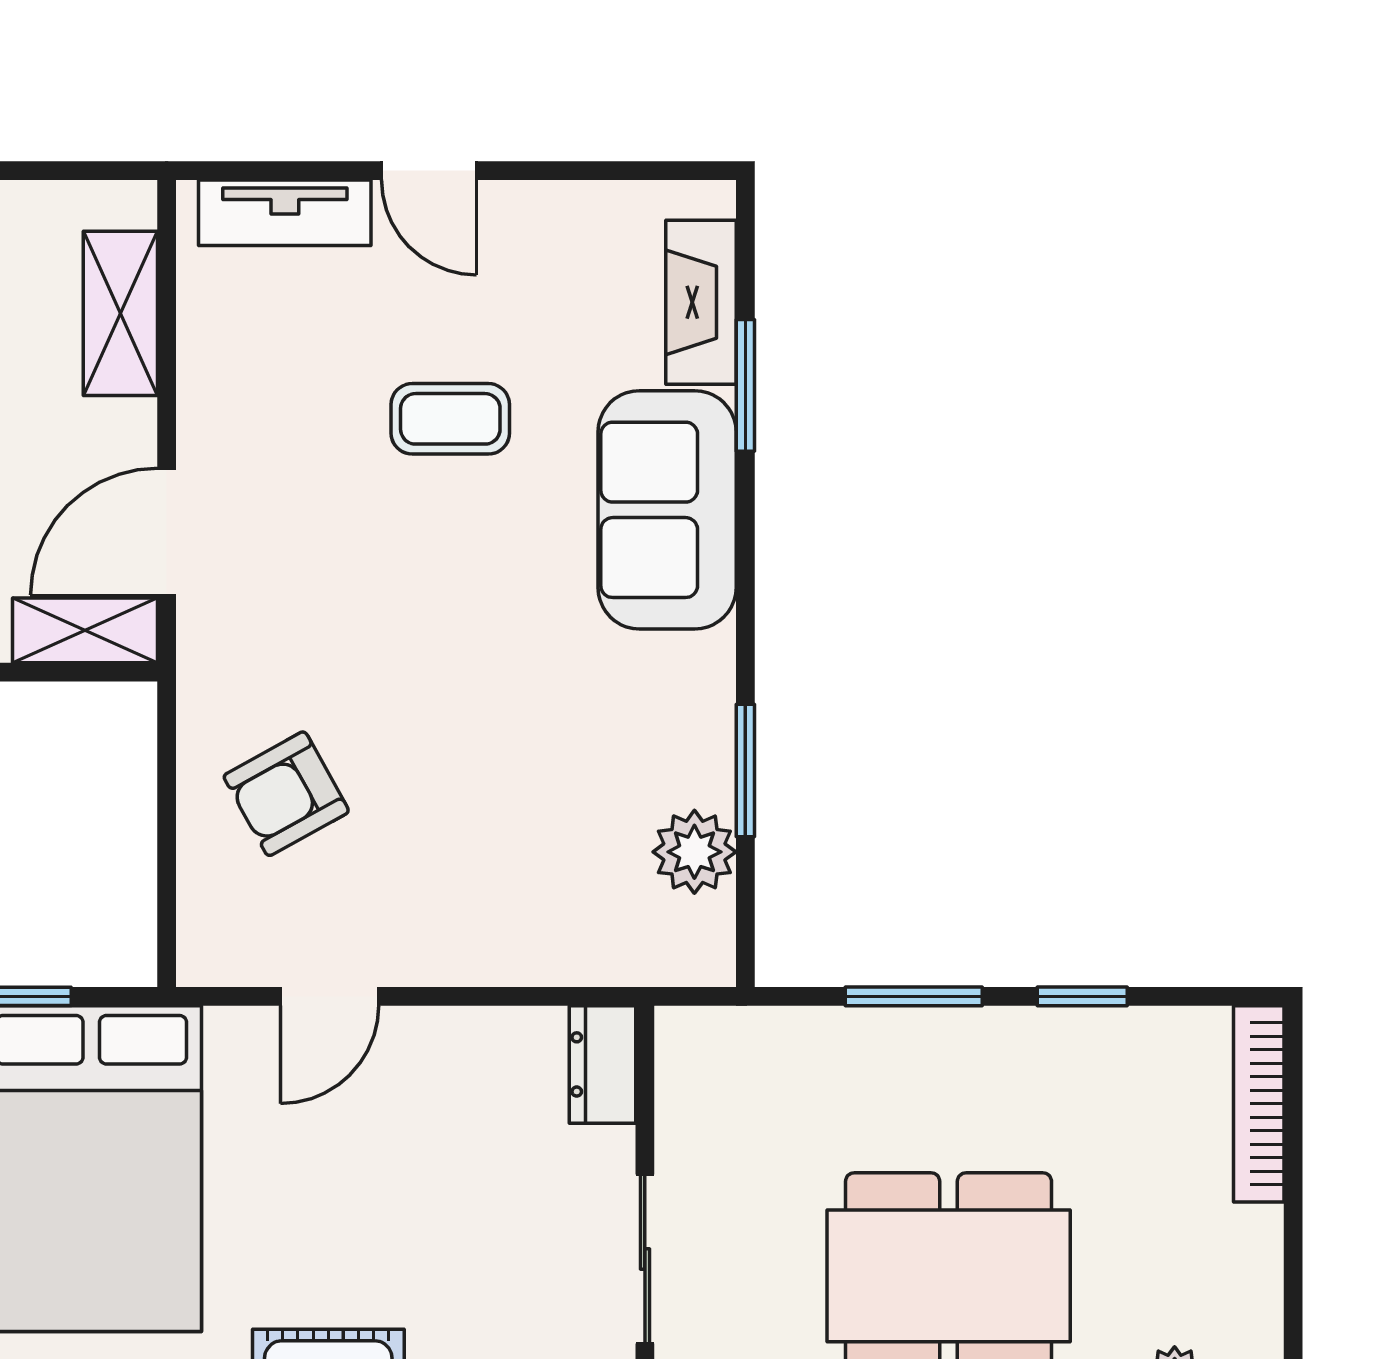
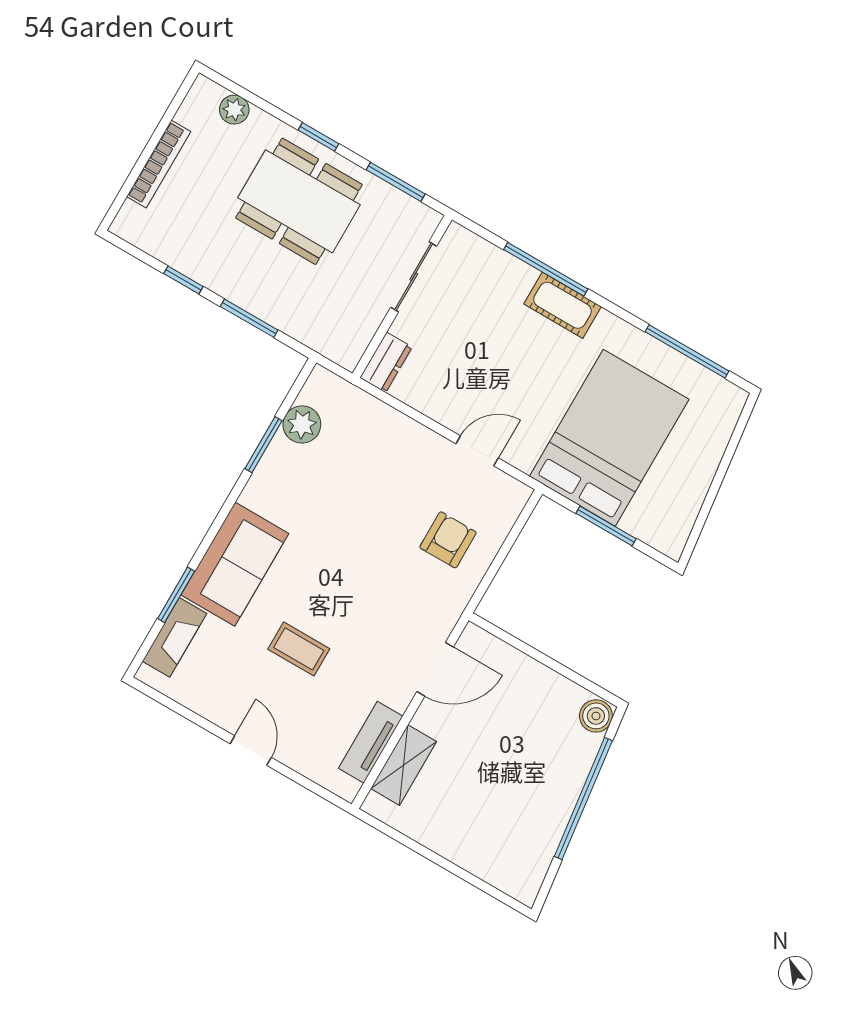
tv unit: (285, 213) -> (371, 742), moved, turned -90
shelving: (85, 630) -> (489, 649), removed
armchair: (286, 794) -> (448, 540), turned -61
bookcase: (1259, 1104) -> (159, 164), moved

